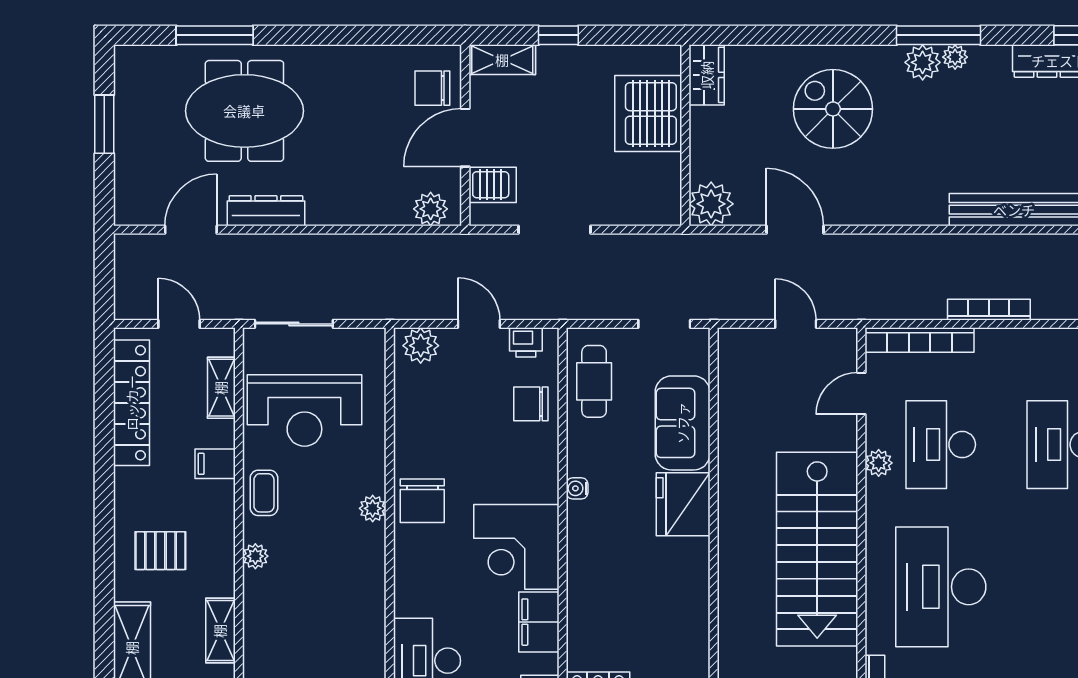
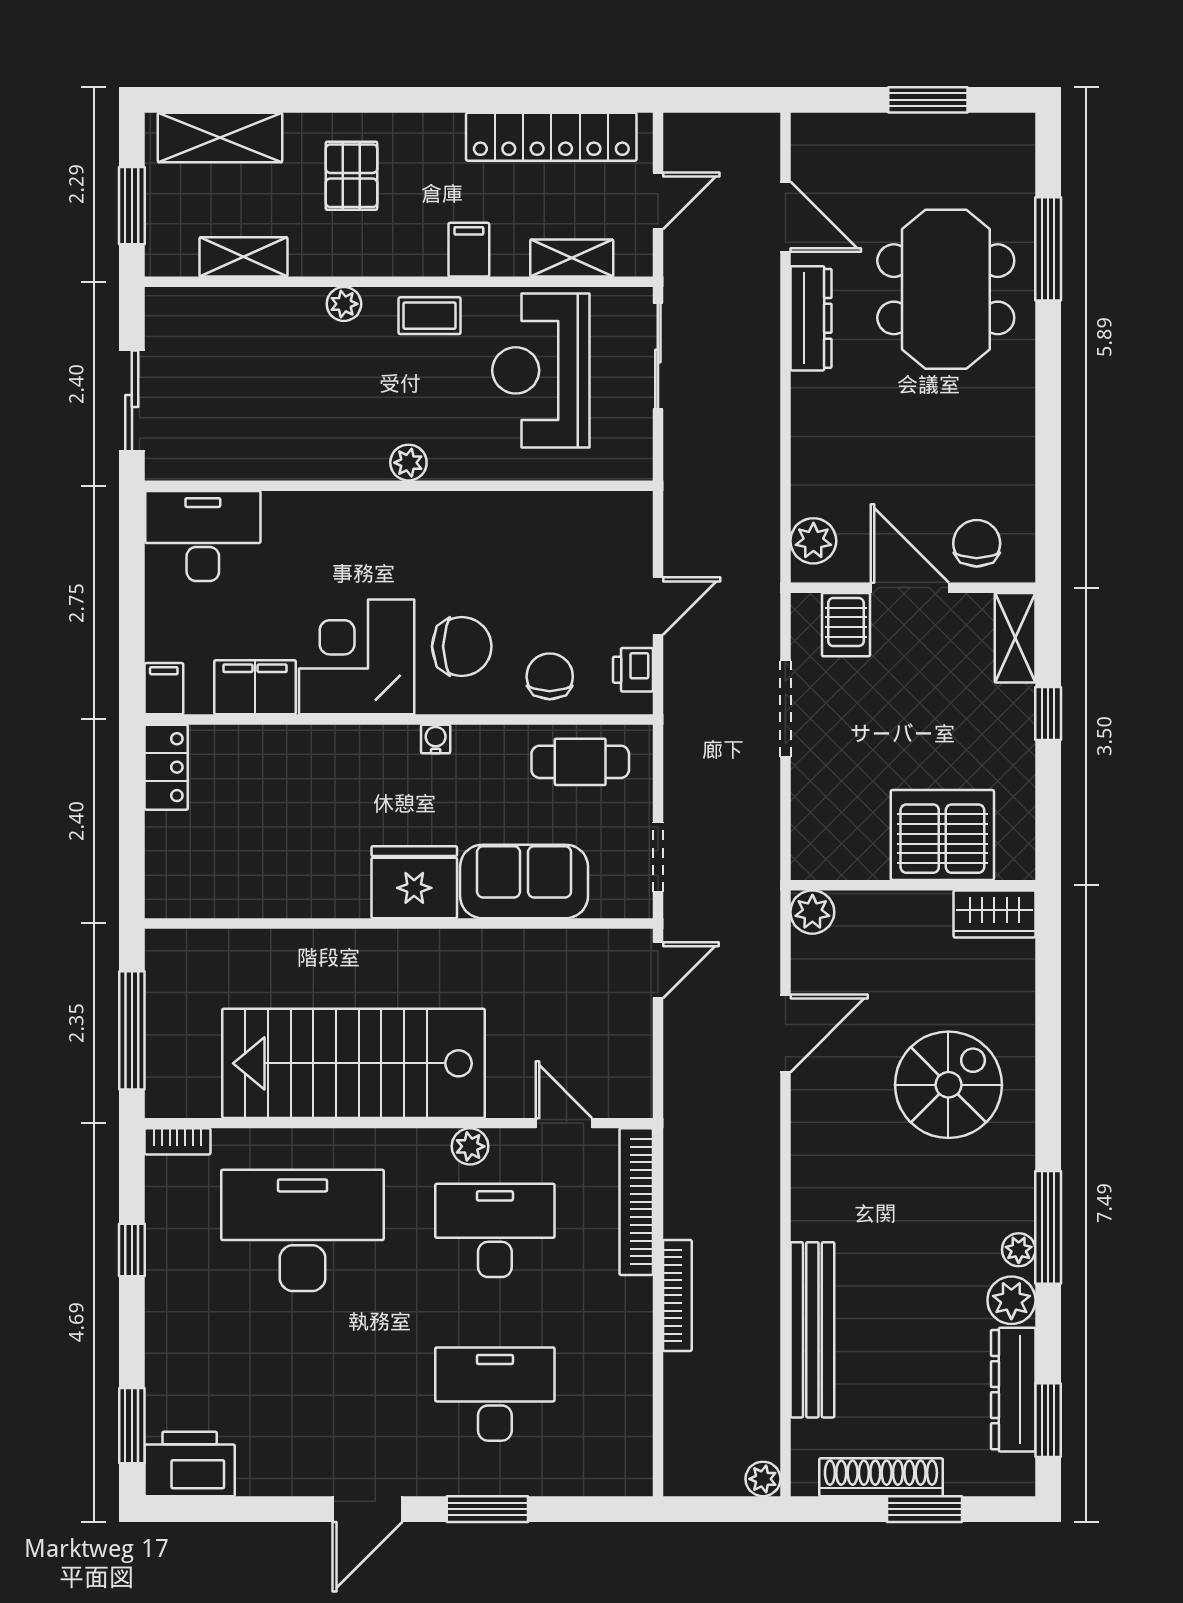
plant: (923, 62) -> (1011, 1300), moved
plant: (711, 204) -> (812, 912), width x0.73, depth x0.73
door: (796, 324) -> (658, 970), moved
plant: (421, 346) -> (629, 528), removed
chair: (422, 501) -> (462, 646), moved, turned 180

